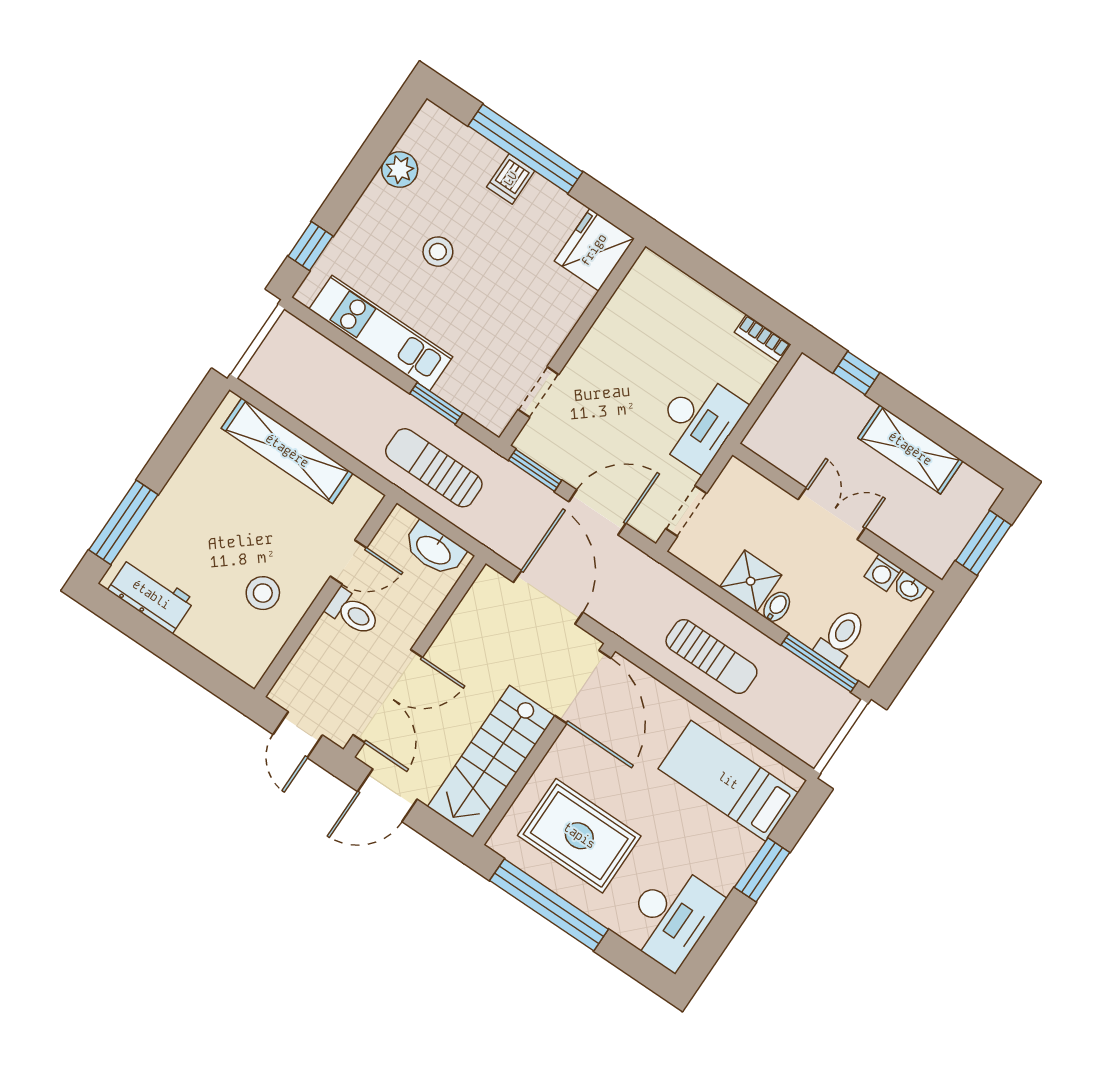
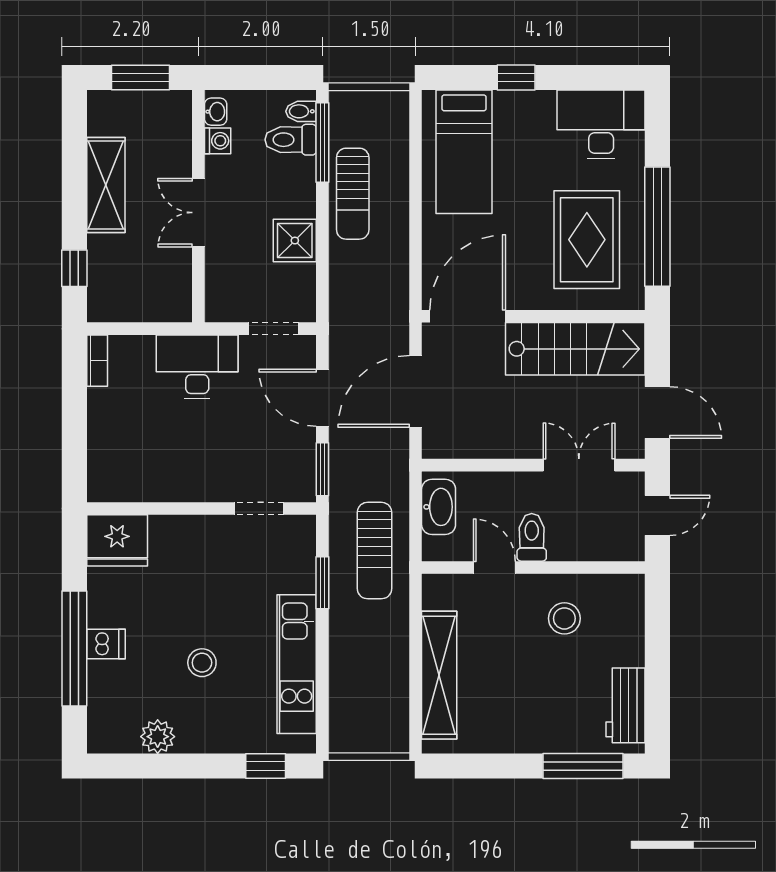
bidet: (777, 607) -> (301, 111), moved
sun lounger: (711, 656) -> (353, 194), moved, turned 180
double door: (388, 696) -> (579, 465), width x0.73
window: (762, 870) -> (516, 77), width x0.67

